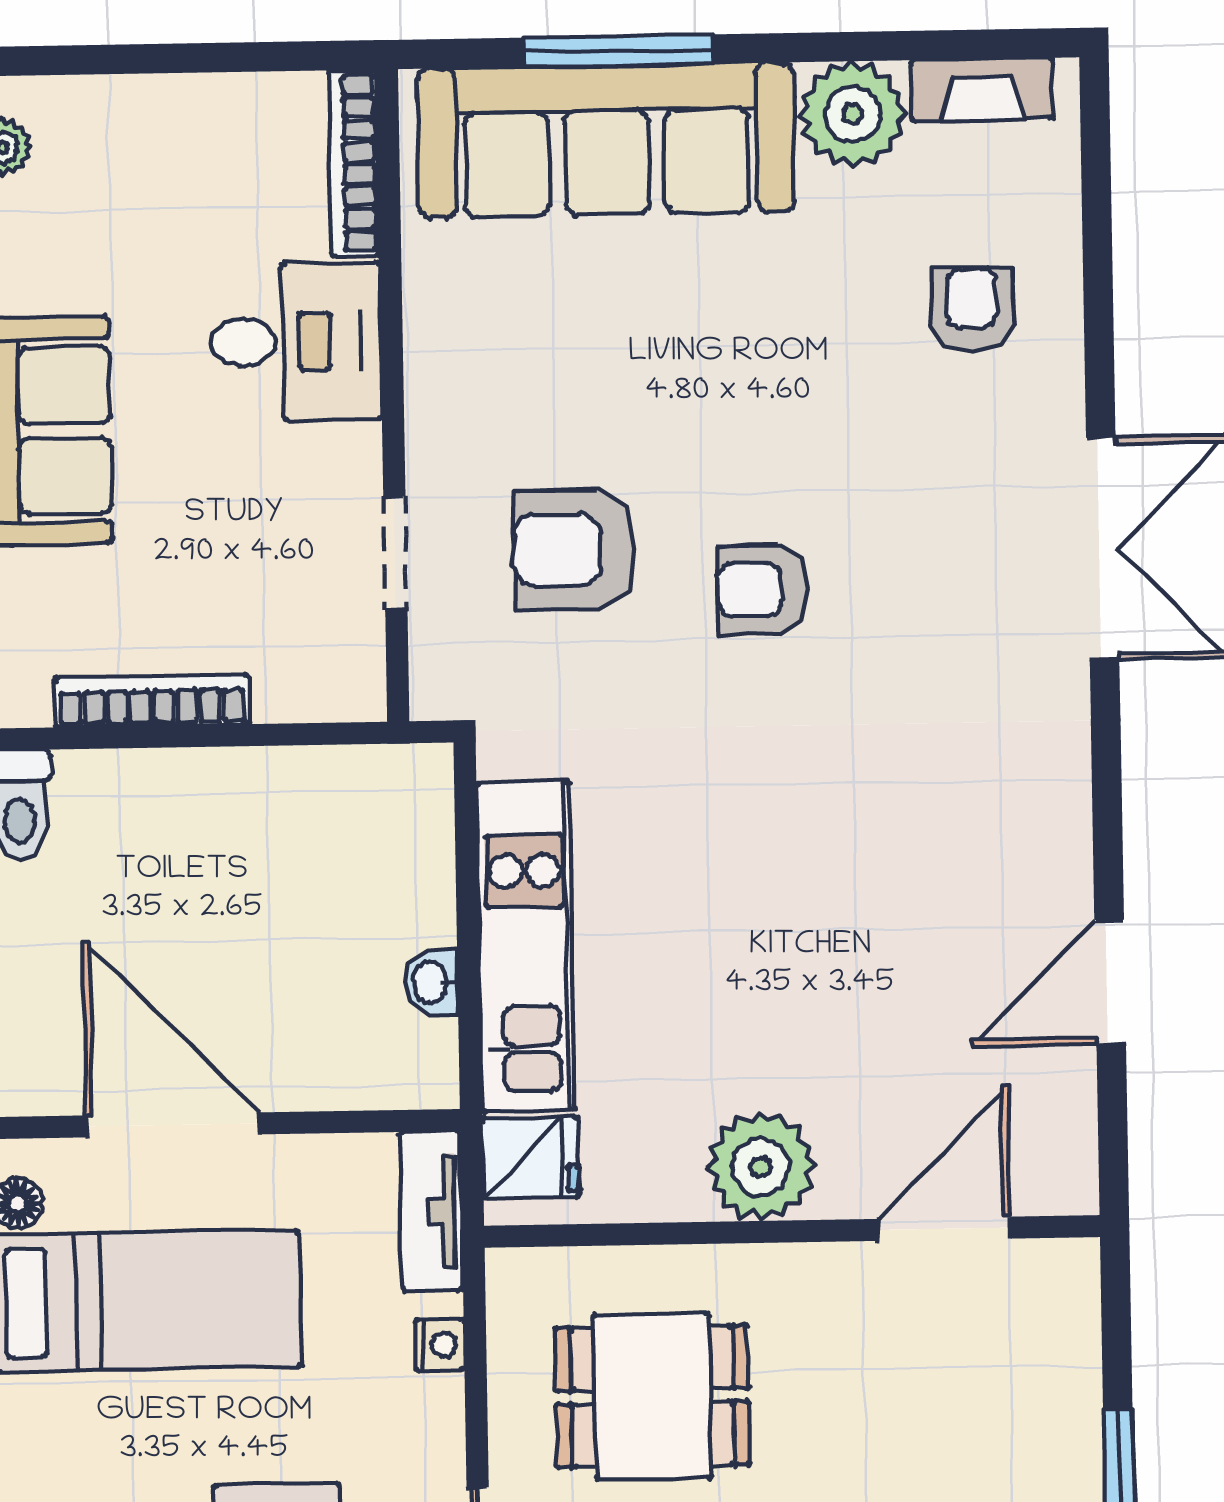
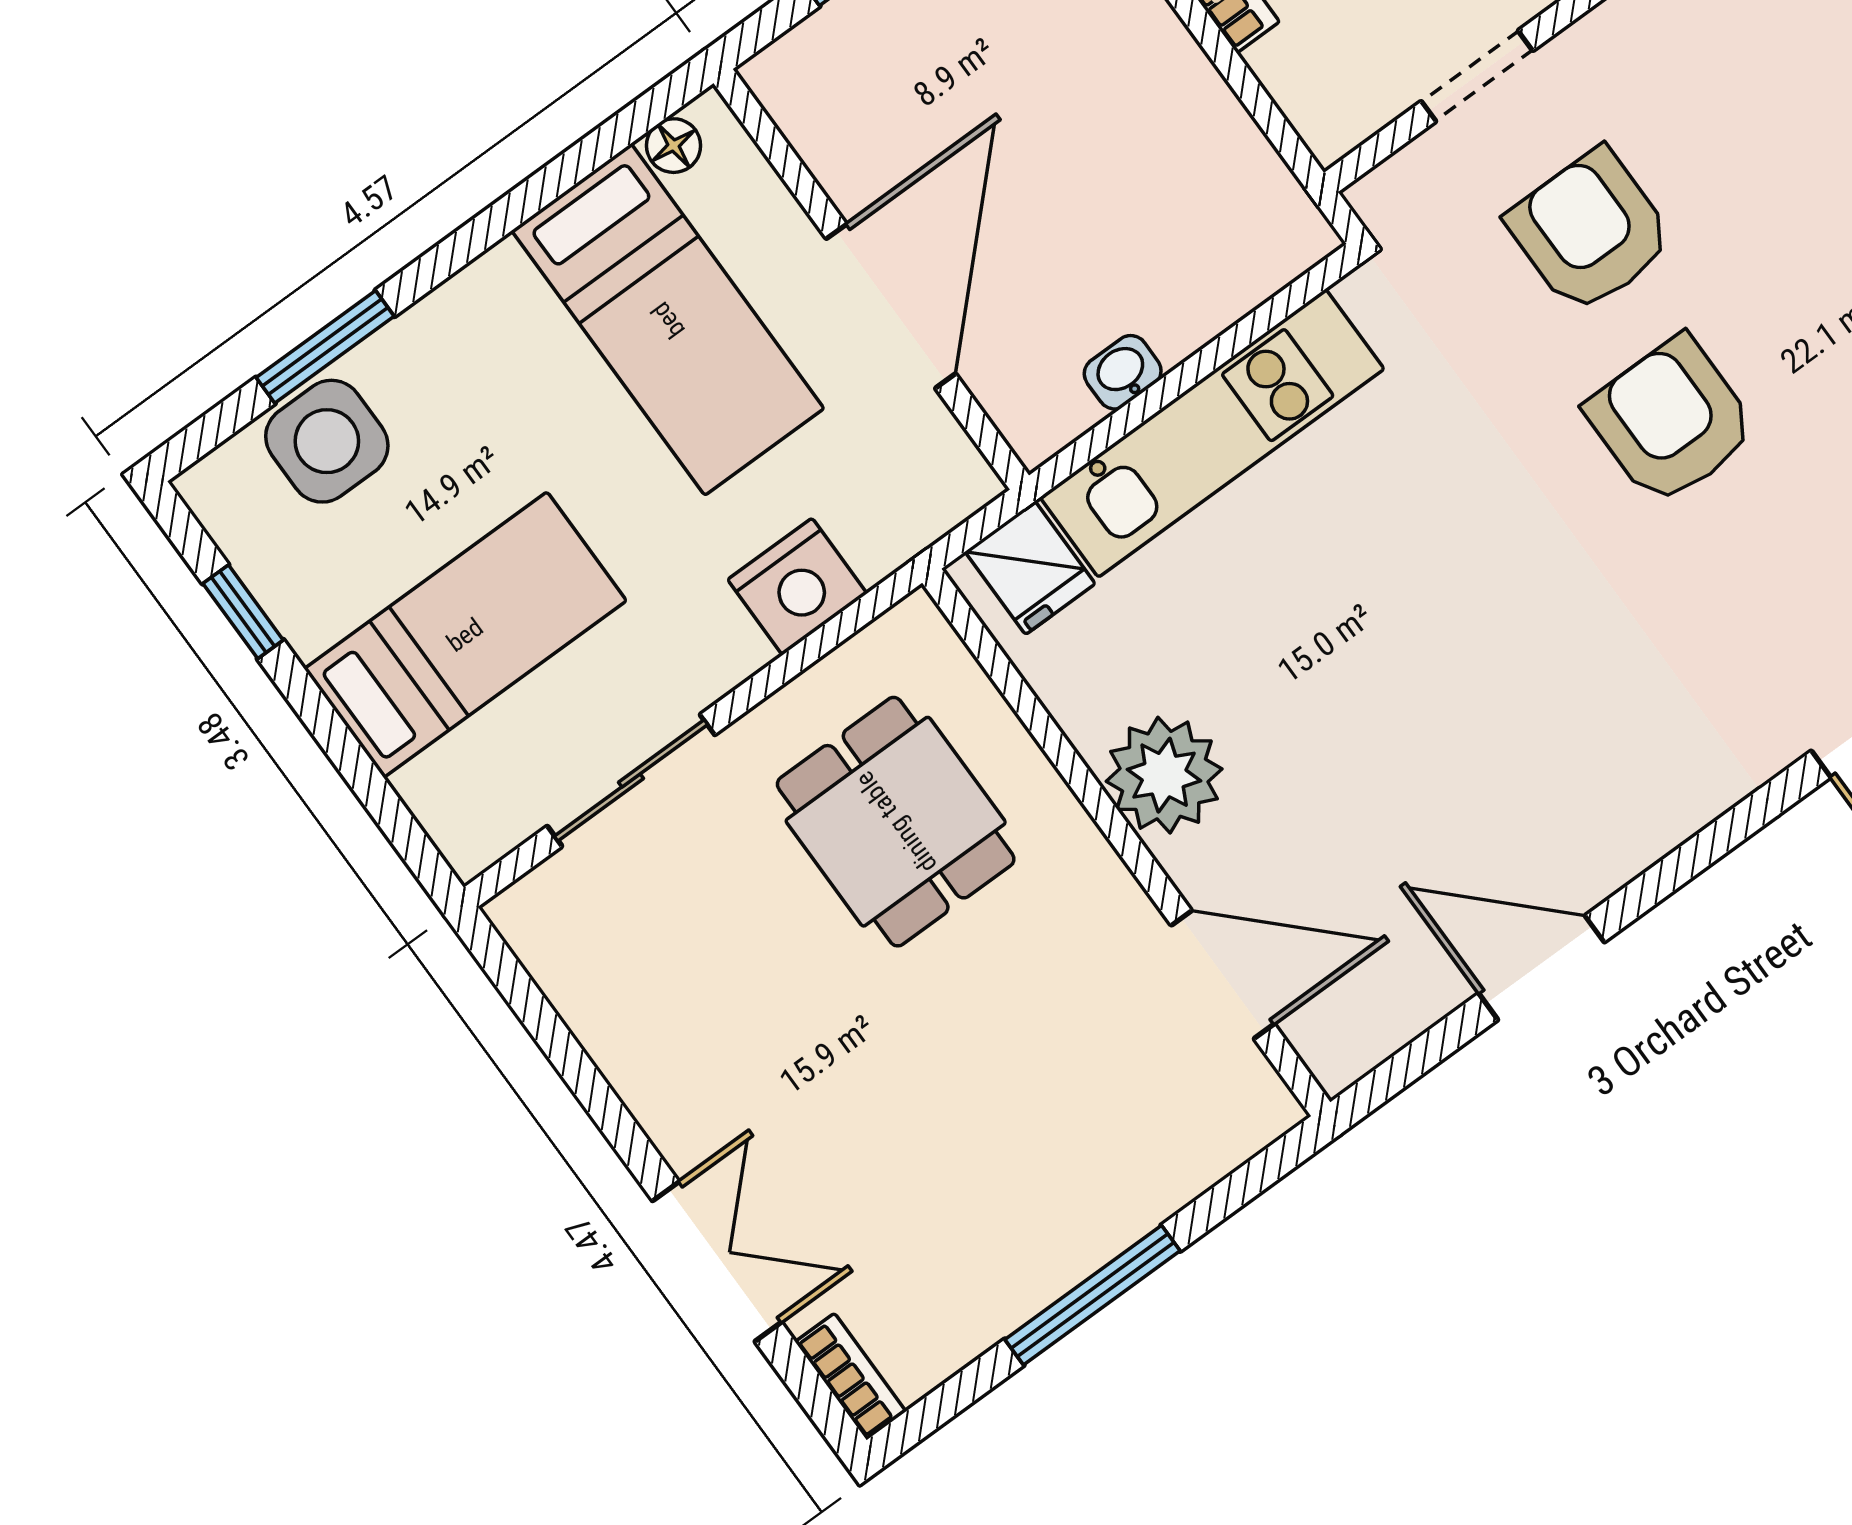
armchair: (762, 590) -> (1671, 421), width x1.38, depth x1.38
door: (173, 1125) -> (891, 306), moved
tv unit: (431, 1211) -> (922, 513), removed
nightstand: (440, 1345) -> (797, 587), width x1.89, depth x1.79

